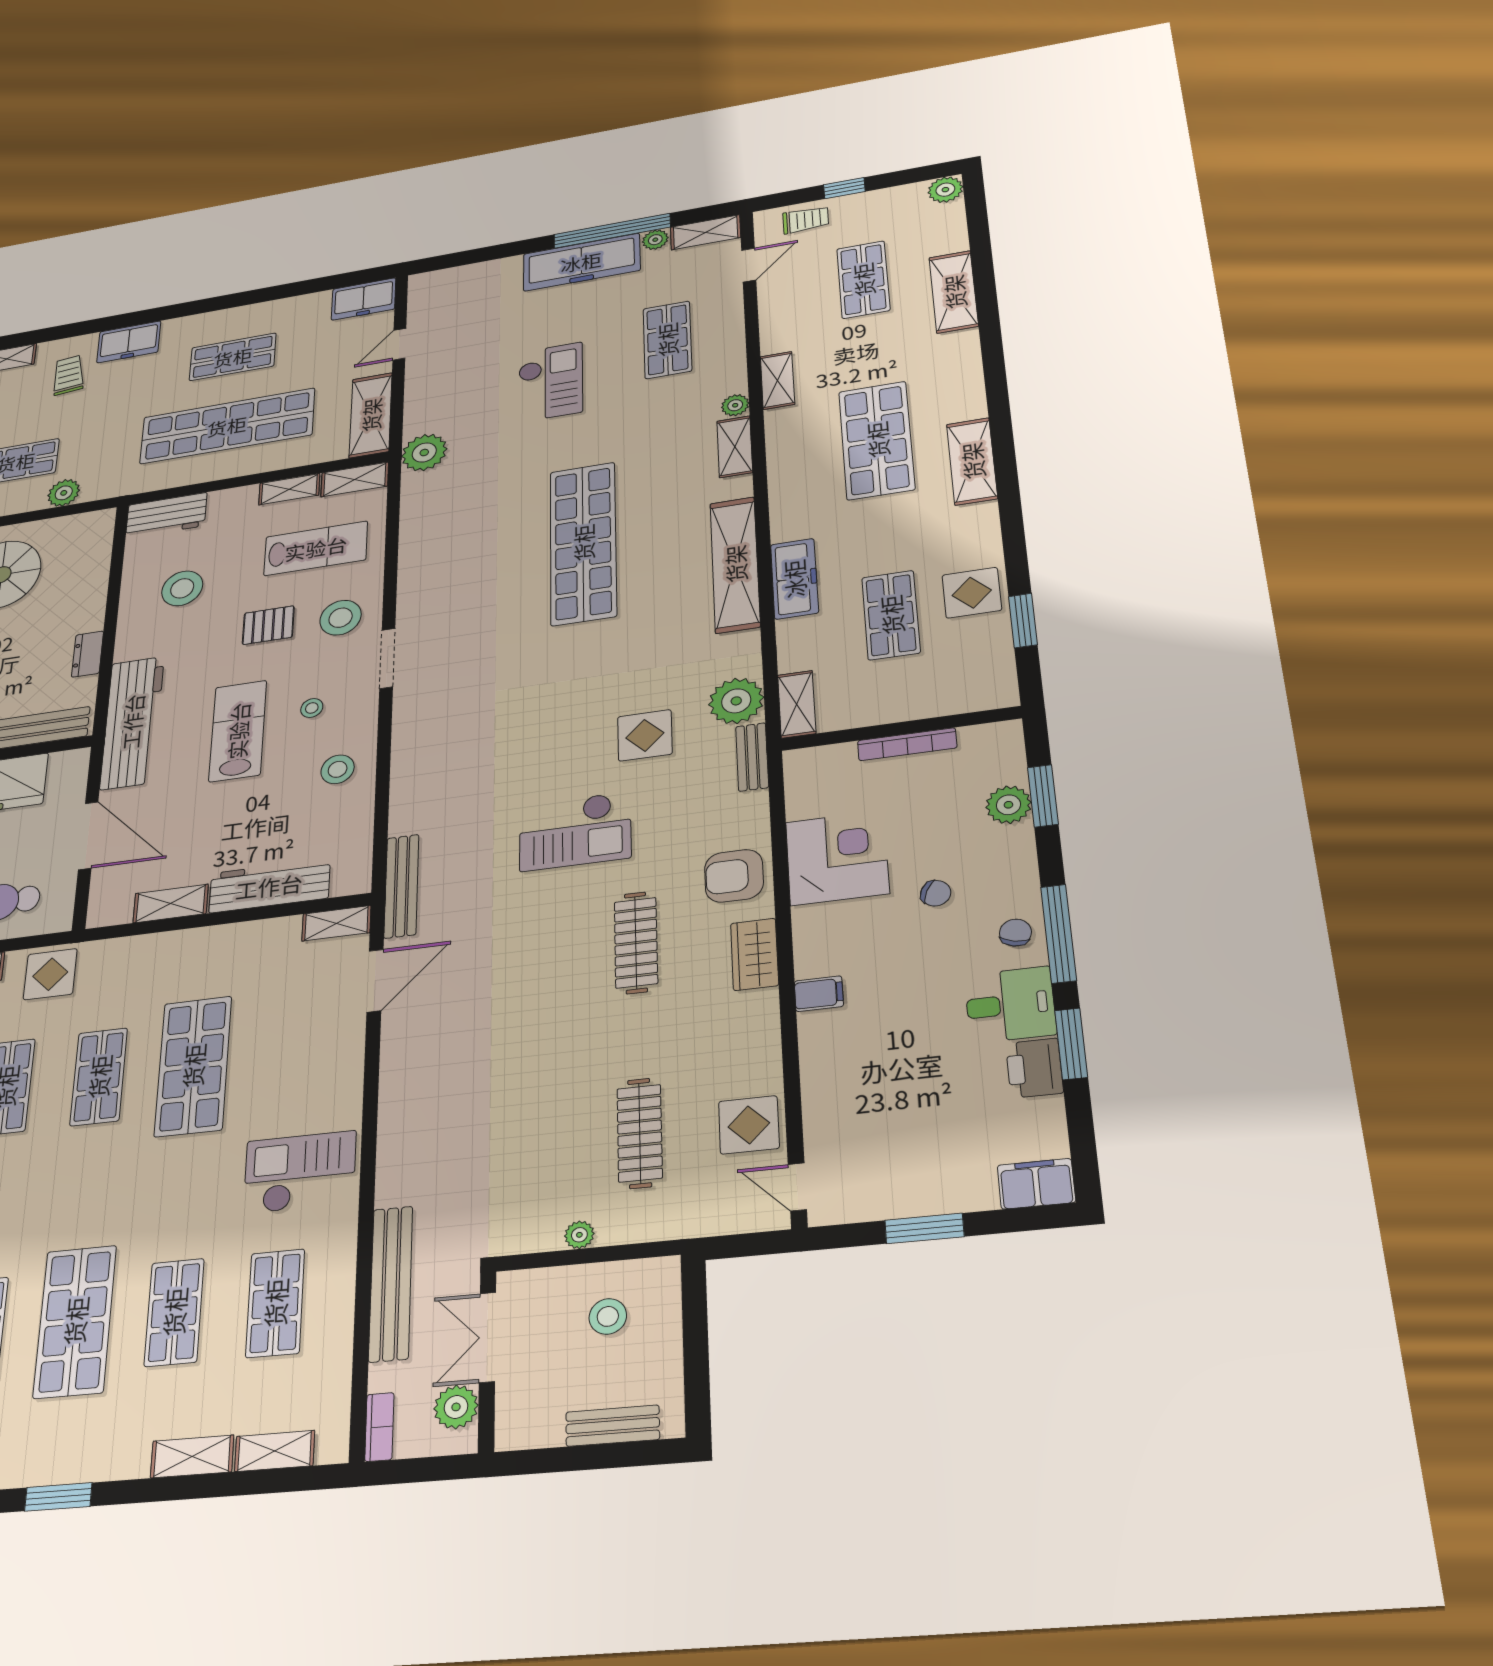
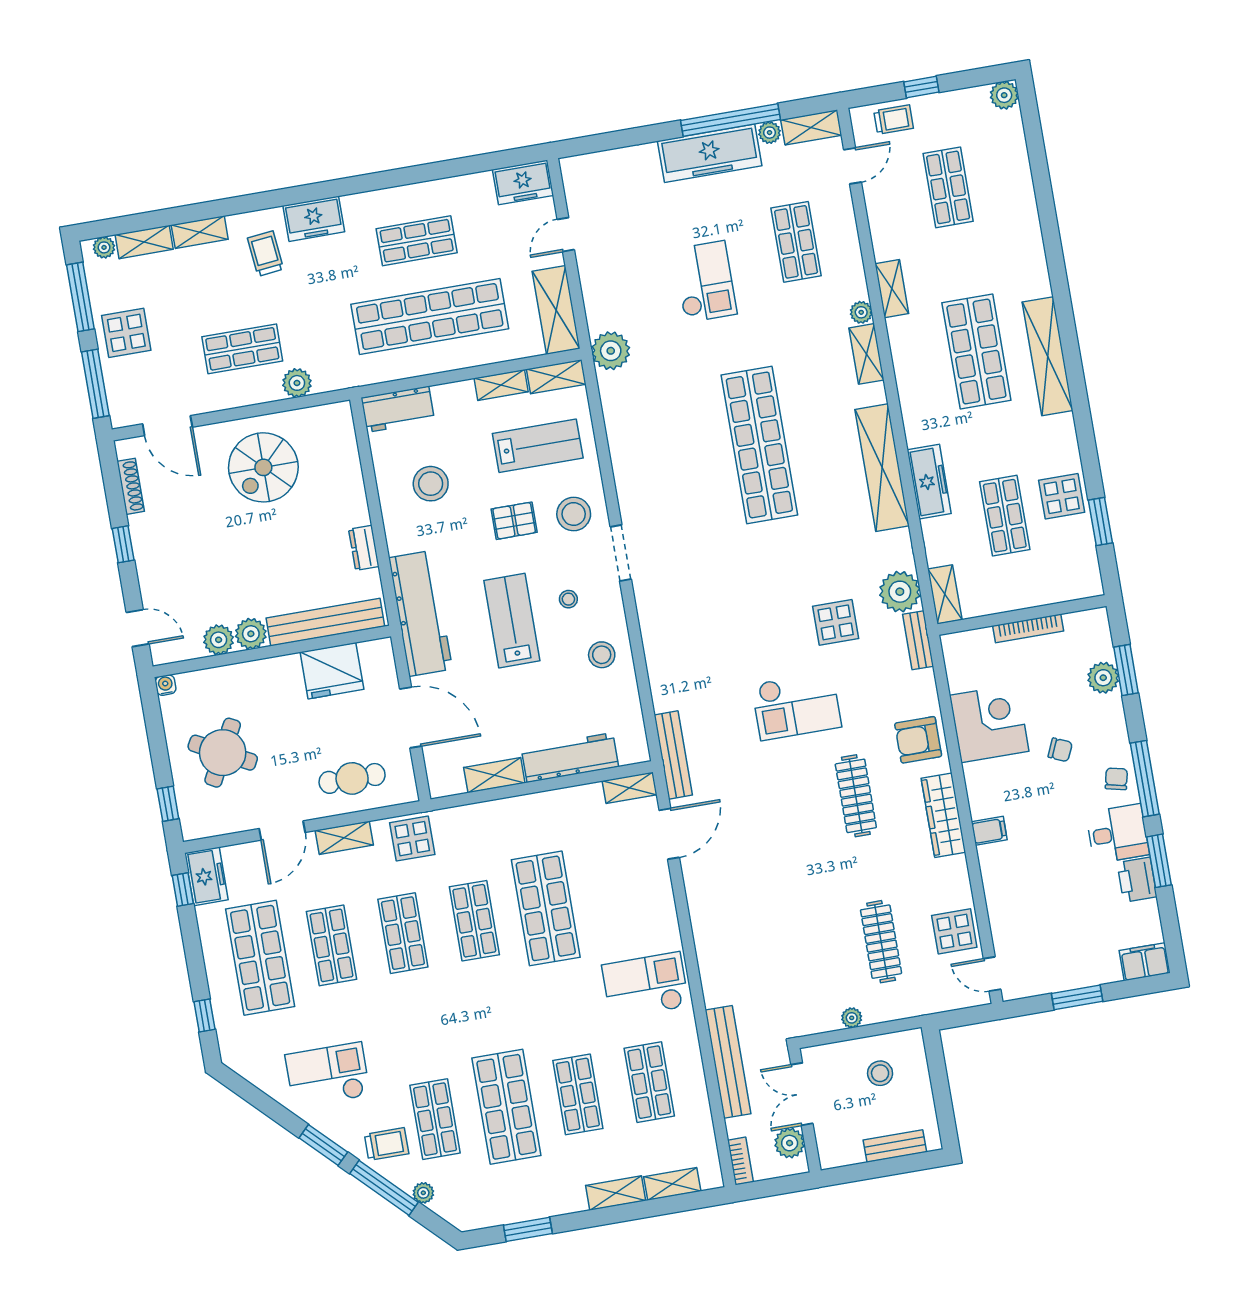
shelving: (954, 292) -> (1021, 205), removed
shelving: (972, 461) -> (1048, 356), width x1.47
wardrobe: (755, 954) -> (943, 815), width x1.50

